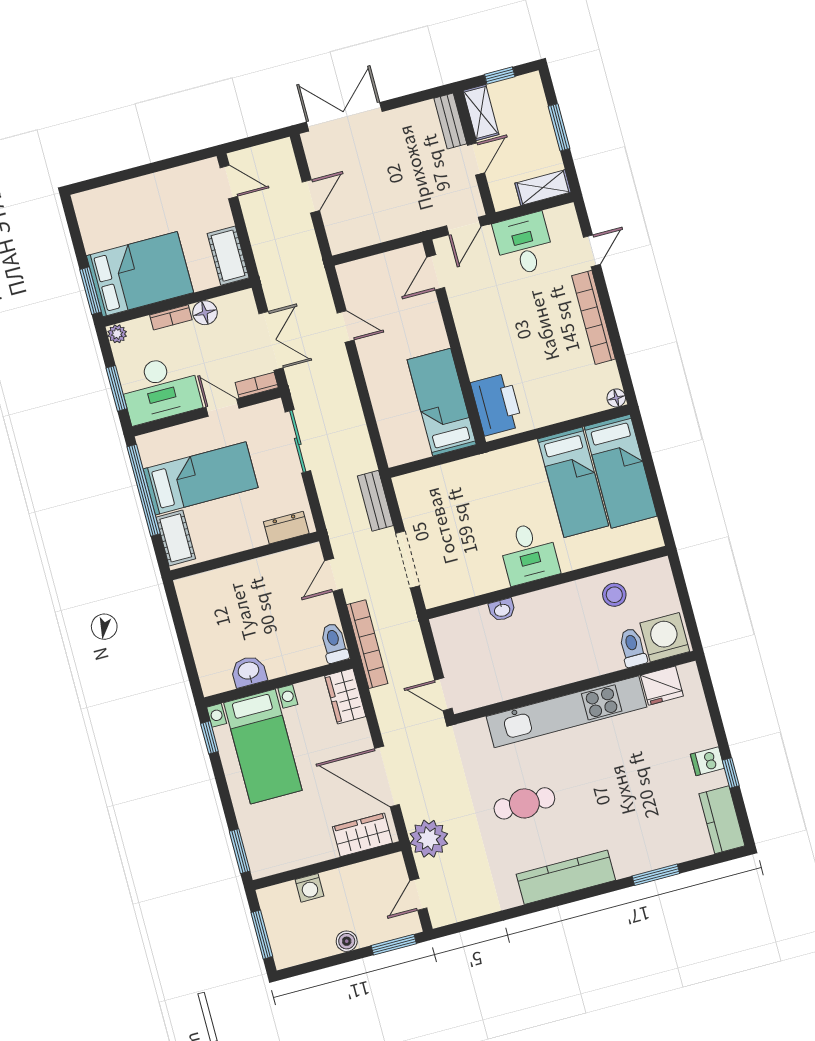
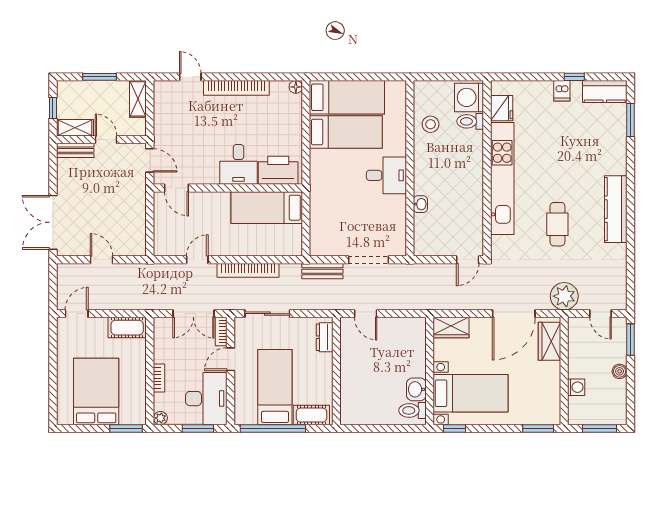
desk: (524, 244) -> (238, 164), moved, turned -90
bed: (140, 274) -> (96, 391), moved
floor lamp: (205, 313) -> (162, 354), removed
double door: (271, 341) -> (193, 314), swing flipped
toilet: (334, 643) -> (413, 410), moved
bookcase: (367, 644) -> (248, 270), moved, turned 180
window: (656, 875) -> (631, 120), moved

